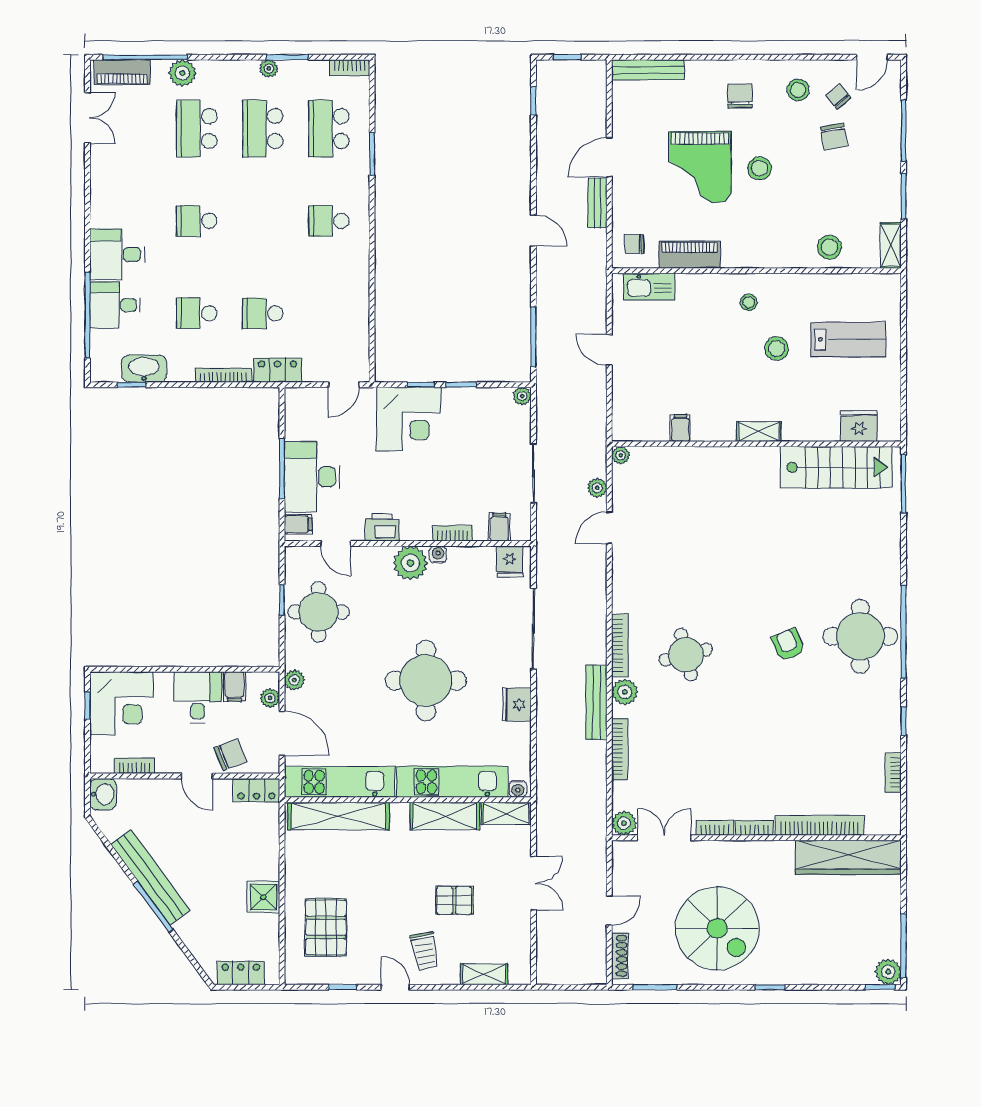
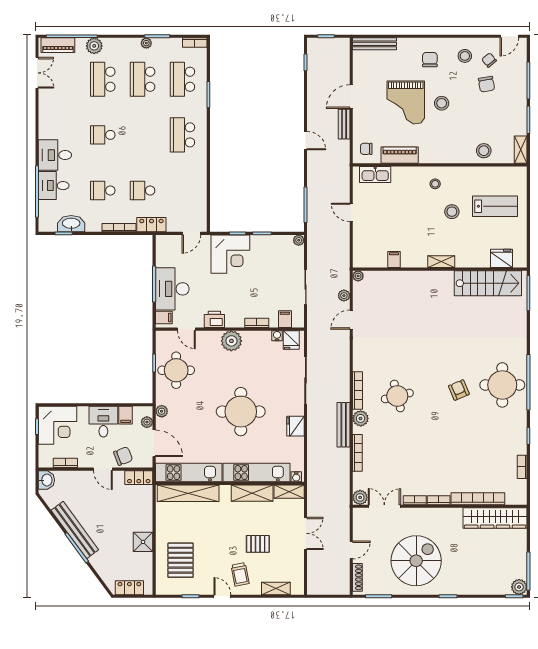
school desk: (329, 221) -> (182, 135), width x1.85
water cooler: (438, 554) -> (277, 336), moved
spiral stairs: (717, 928) -> (416, 561), turned -90

